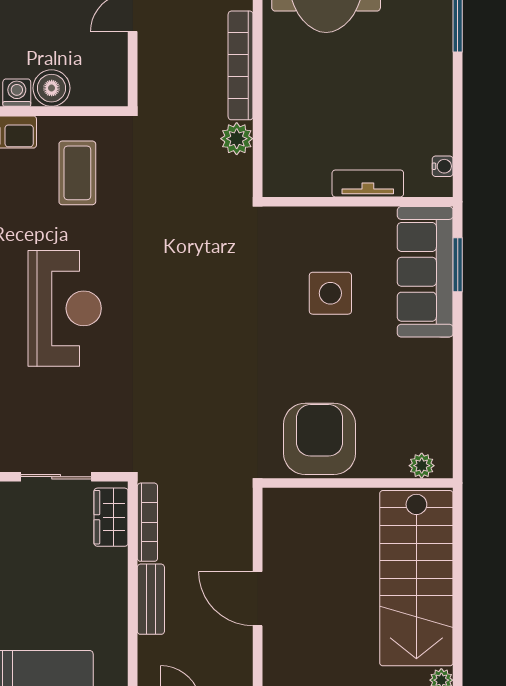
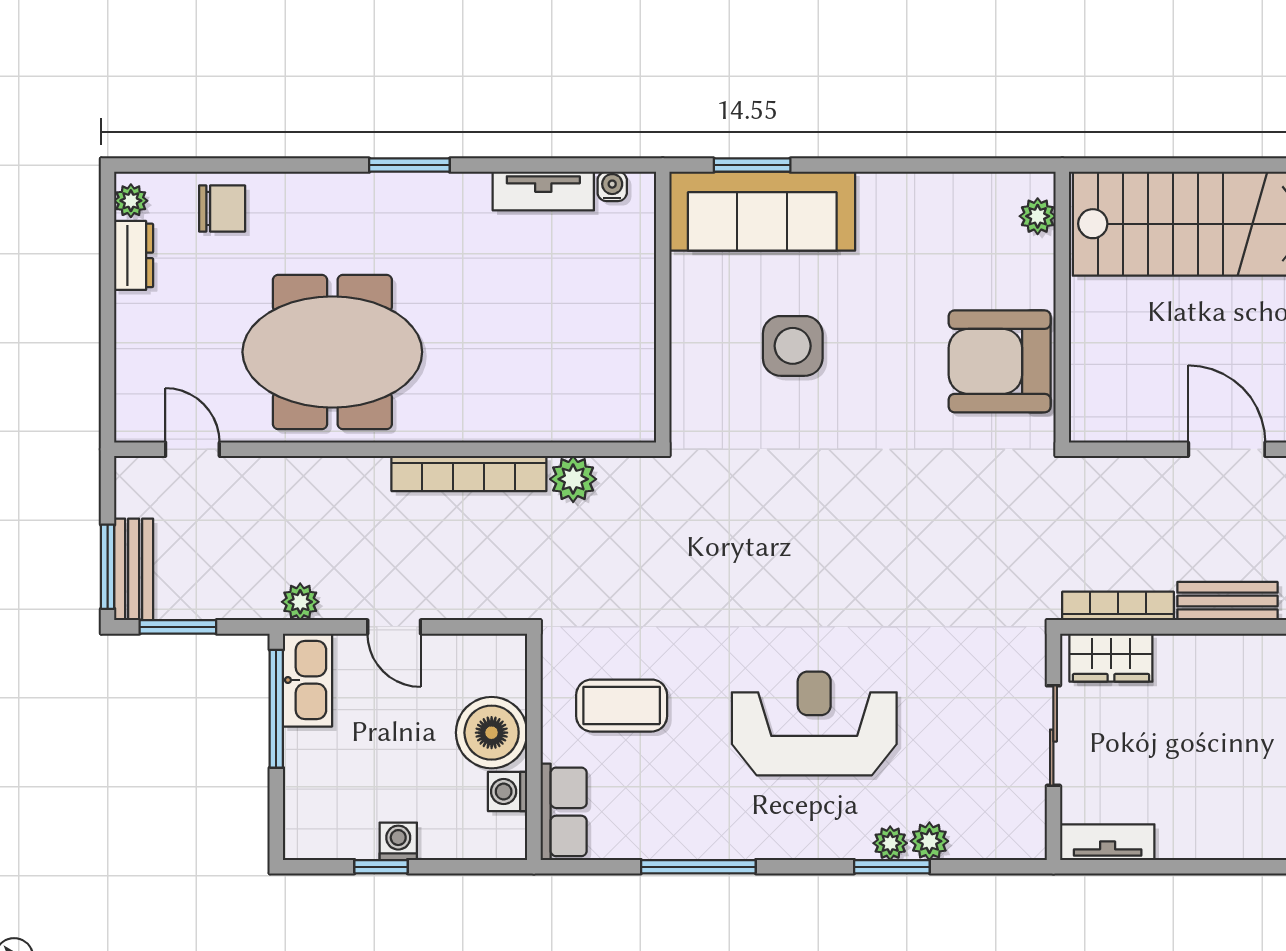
boiler: (52, 88) -> (492, 733), width x1.37, depth x1.37
tv unit: (368, 183) -> (543, 191), moved, turned -90
door: (258, 599) -> (1227, 449), swing flipped

